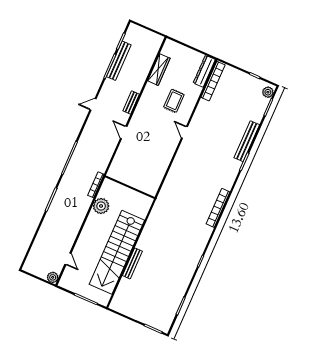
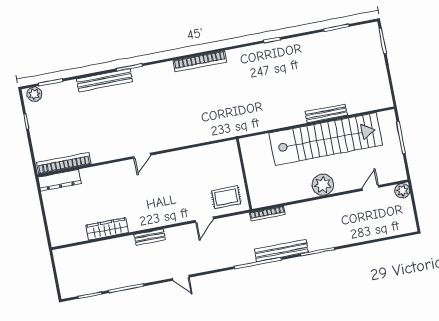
bench: (119, 61) -> (281, 251), moved
wardrobe: (159, 70) -> (107, 229), moved
rug: (174, 101) -> (226, 197), moved
door: (124, 132) -> (204, 220), moved
plant: (101, 206) -> (323, 185), moved

